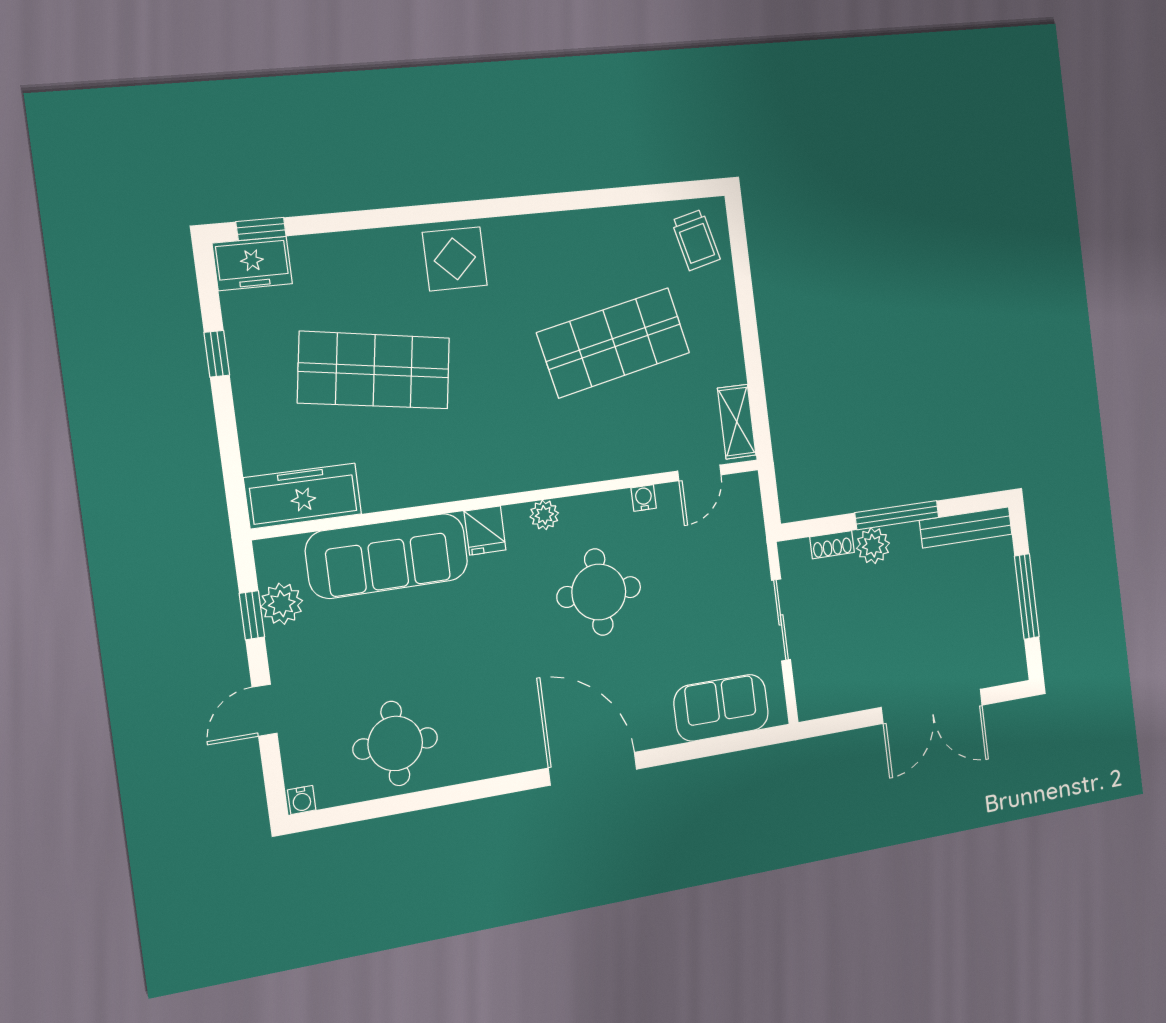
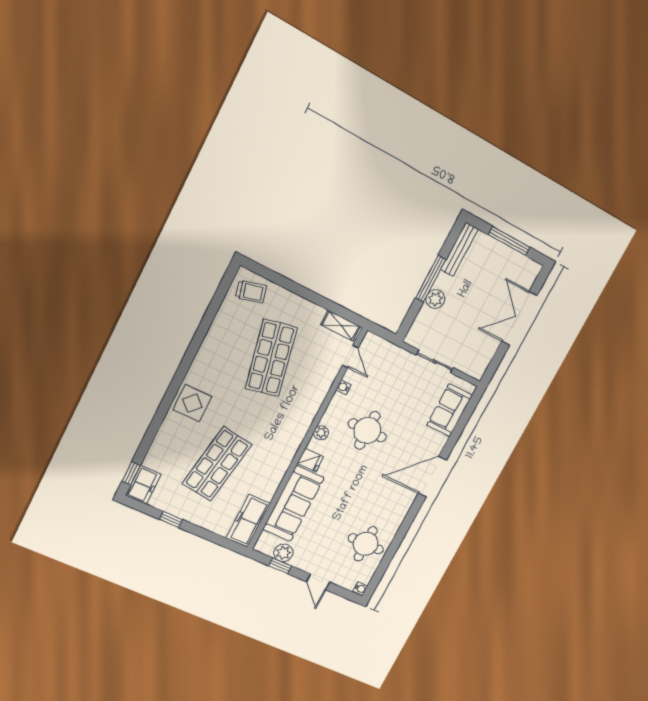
shoe rack: (832, 545) -> (421, 318), removed
double door: (932, 706) -> (519, 318), swing flipped

